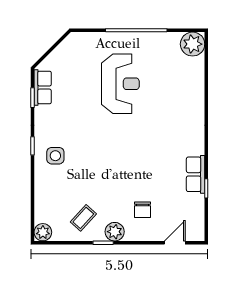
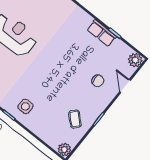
plant: (115, 232) -> (135, 60), moved
door: (175, 243) -> (125, 86), moved

